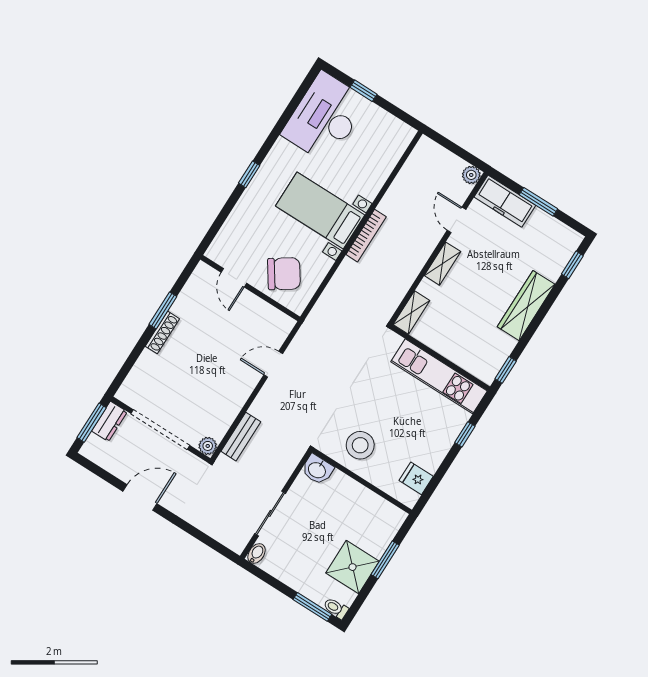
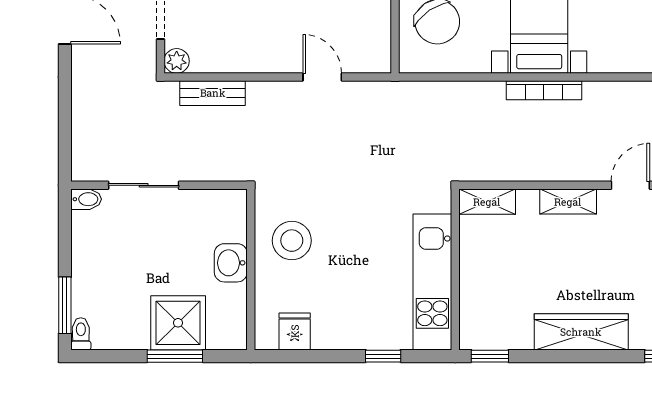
washbasin: (317, 470) -> (231, 263), moved
shower: (352, 567) -> (178, 323), moved

